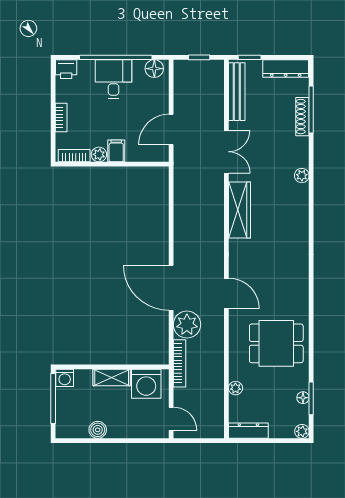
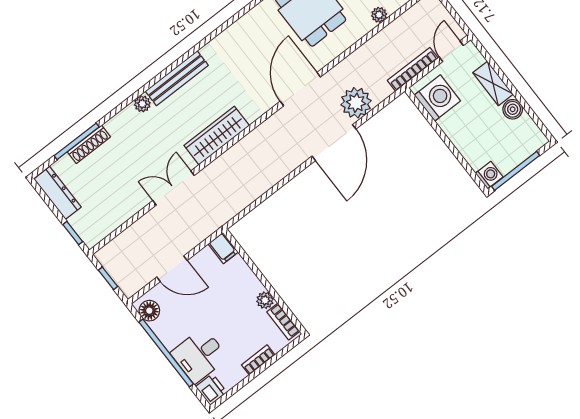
desk: (114, 79) -> (199, 356), moved
bench: (237, 92) -> (177, 78), moved
door: (171, 129) -> (172, 269), moved
filing cabinet: (116, 151) -> (223, 248), moved, turned -90
door: (226, 293) -> (300, 89), width x1.36
bookcase: (179, 363) -> (413, 69), moved
shelving: (112, 377) -> (493, 83), moved

